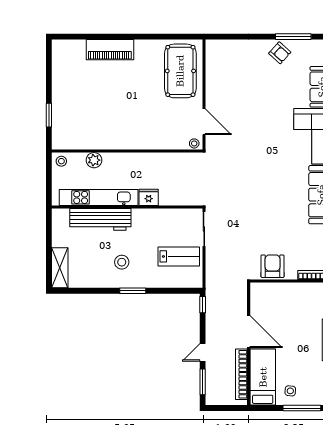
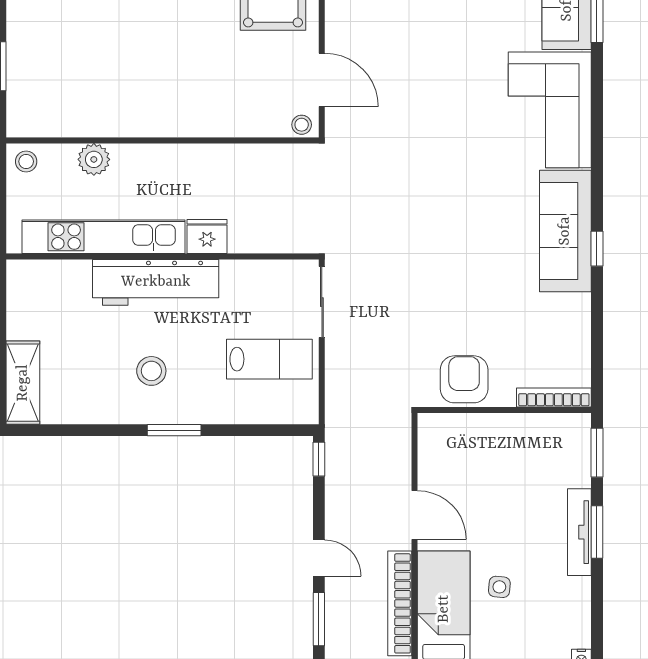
workbench: (100, 219) -> (156, 282), moved
door: (249, 332) -> (415, 515), width x0.73
door: (203, 352) -> (319, 558), swing flipped
side table: (290, 391) -> (499, 587), moved

